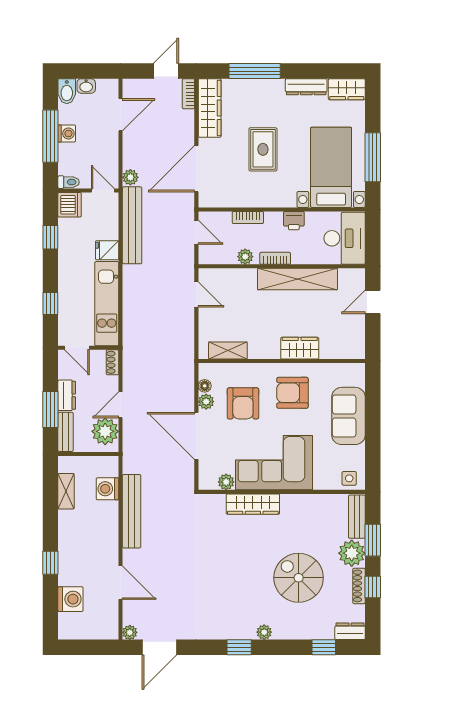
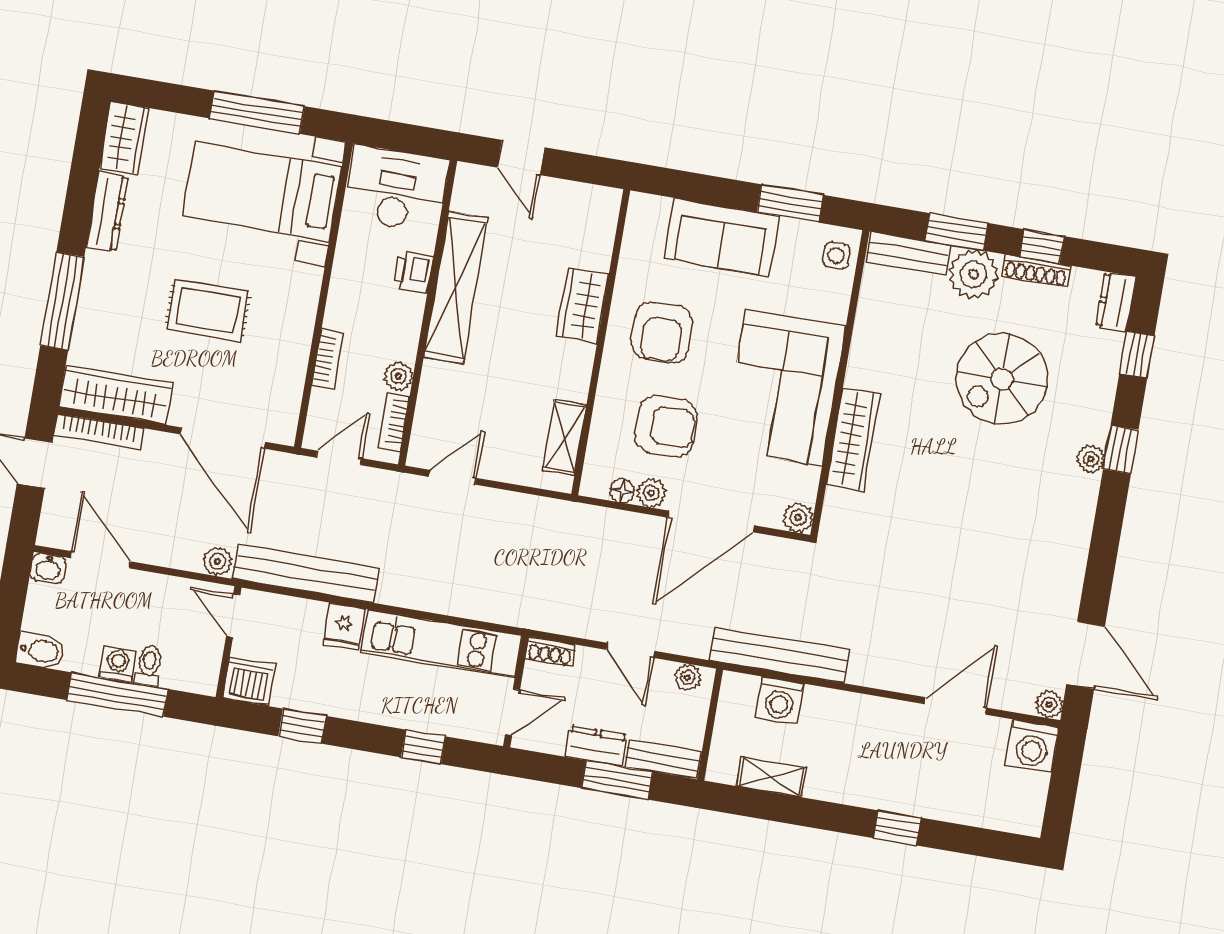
washbasin: (86, 86) -> (48, 568), moved, turned 90
bookcase: (188, 94) -> (99, 432), width x1.56
toilet: (69, 182) -> (149, 666), moved
door: (103, 190) -> (233, 616), hinge flipped
printer: (294, 221) -> (413, 272), moved, turned 180
bookcase: (275, 258) -> (394, 422), moved
plant: (105, 431) -> (688, 677), width x0.53, depth x0.53
window: (373, 449) -> (790, 203), added
plant: (226, 482) -> (798, 518), moved
bench: (132, 511) -> (780, 655), moved
washing machine: (70, 599) -> (1032, 746), moved, turned 180
window: (239, 647) -> (1121, 450), moved

